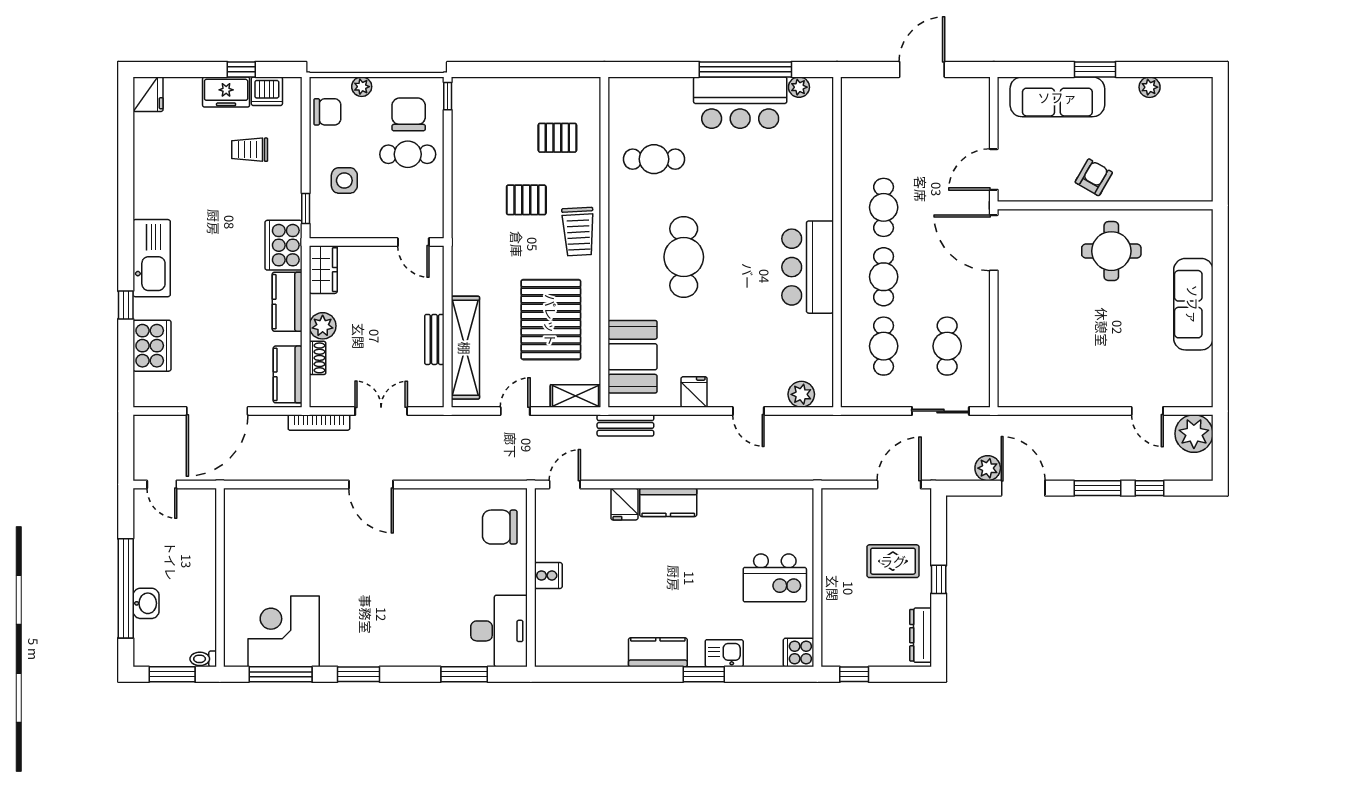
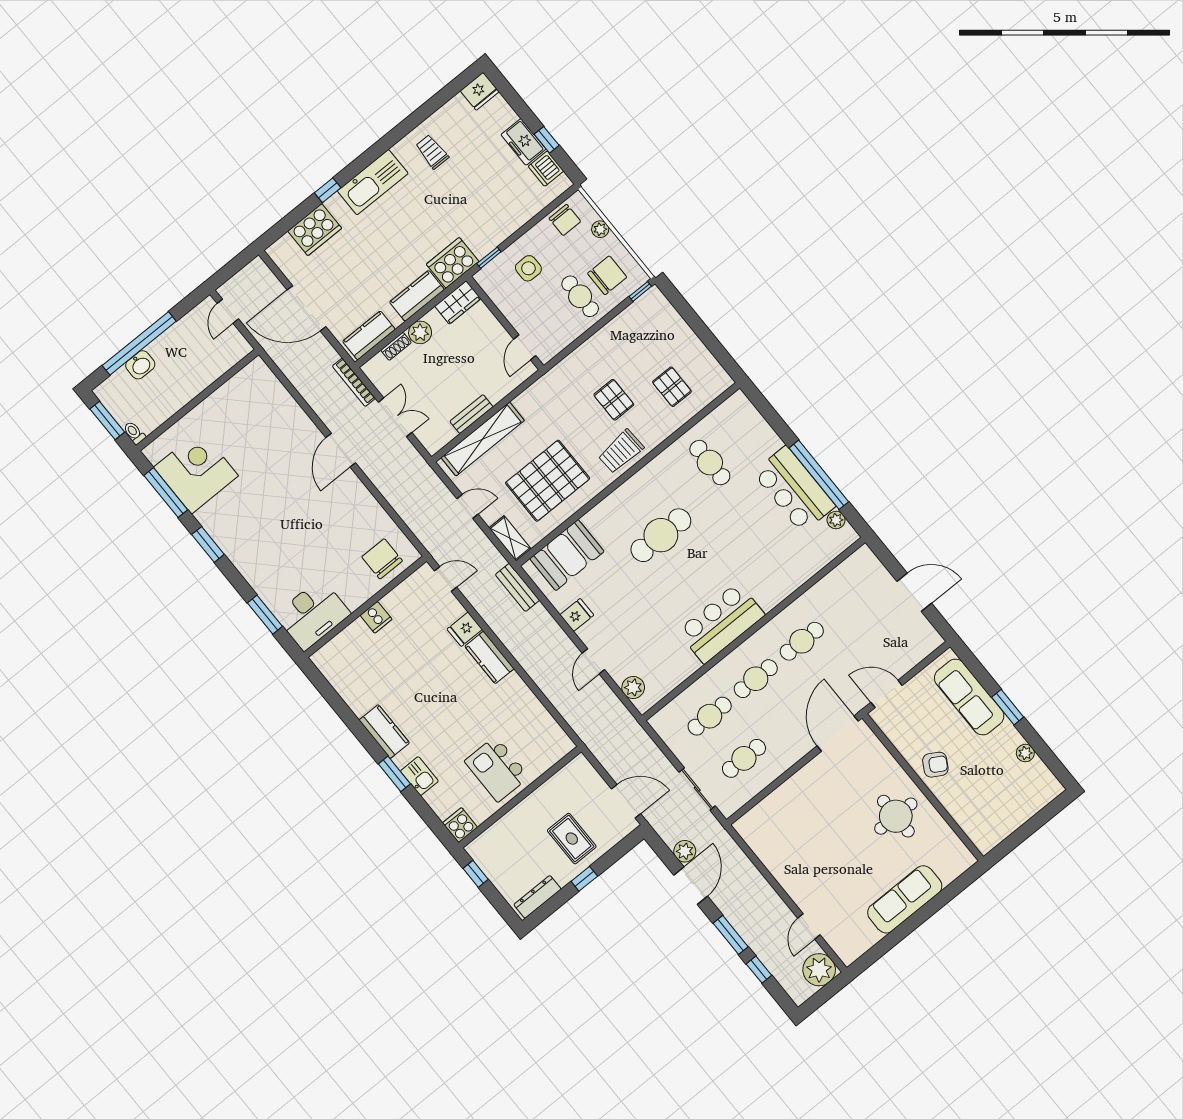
trolley: (250, 150) -> (432, 152), moved

